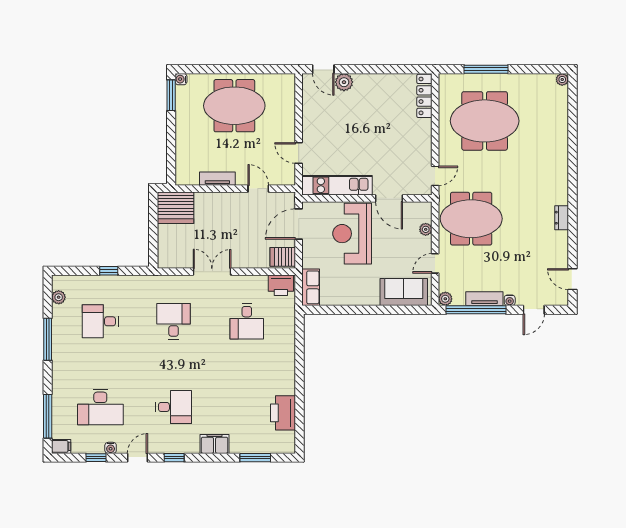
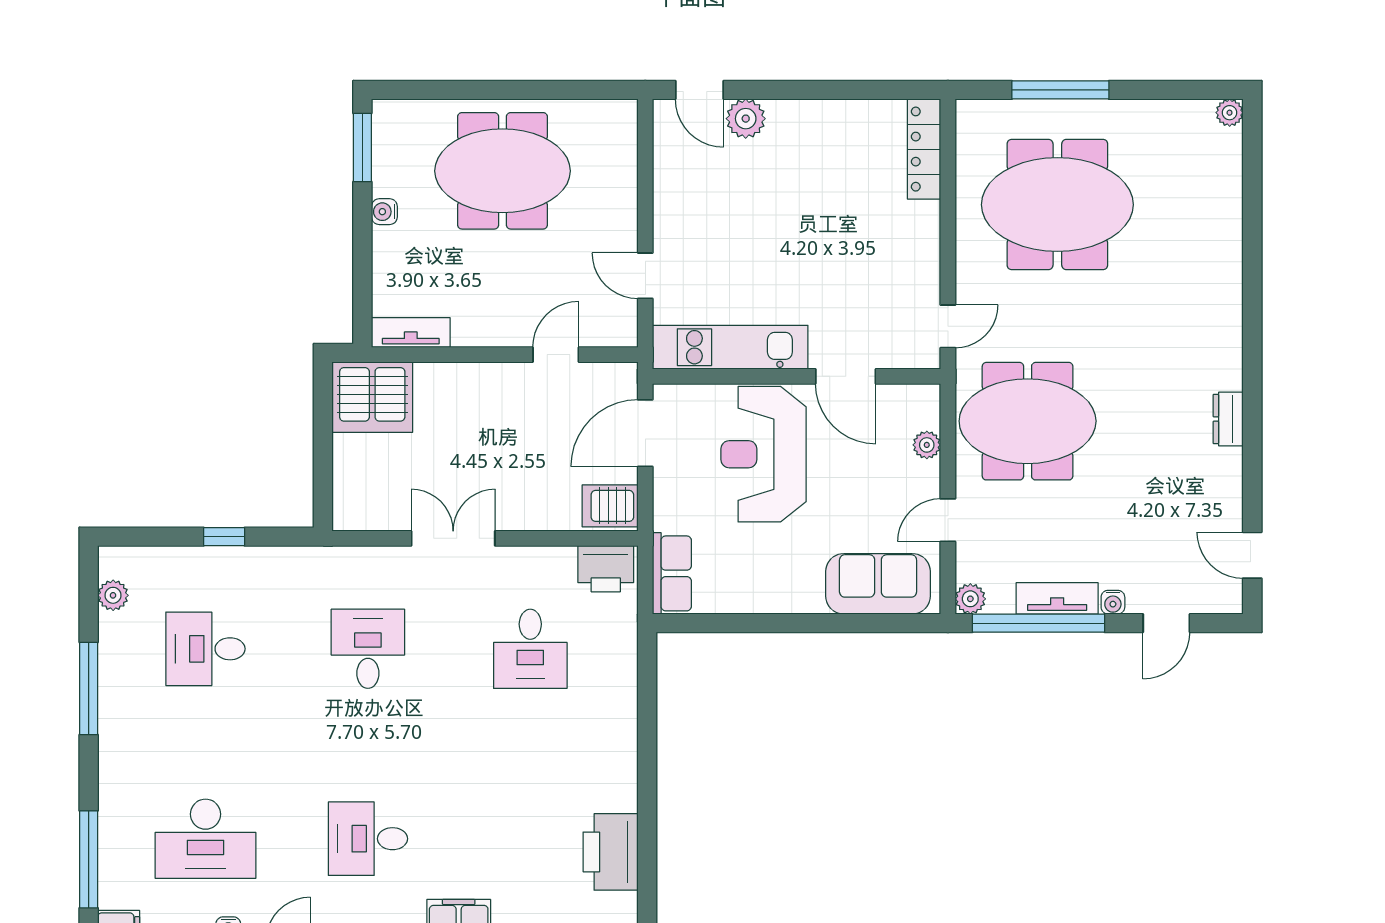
water cooler: (181, 79) -> (384, 212), moved
tv unit: (217, 179) -> (411, 333), moved
door: (258, 189) -> (556, 355), hinge flipped
desk: (174, 407) -> (368, 839), turned 180

